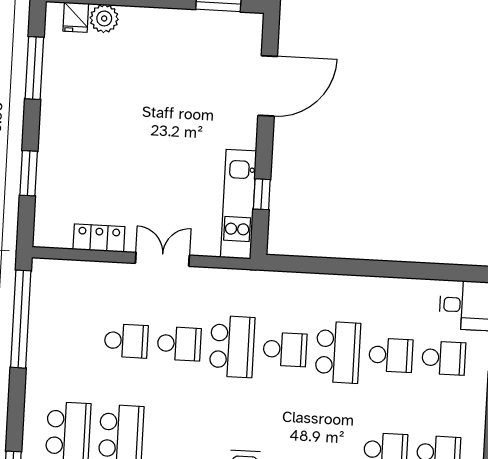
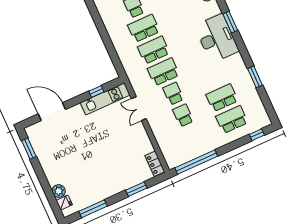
locker: (99, 238) -> (155, 164), moved
double door: (162, 259) -> (139, 109), moved
school desk: (285, 349) -> (154, 50), width x1.85

